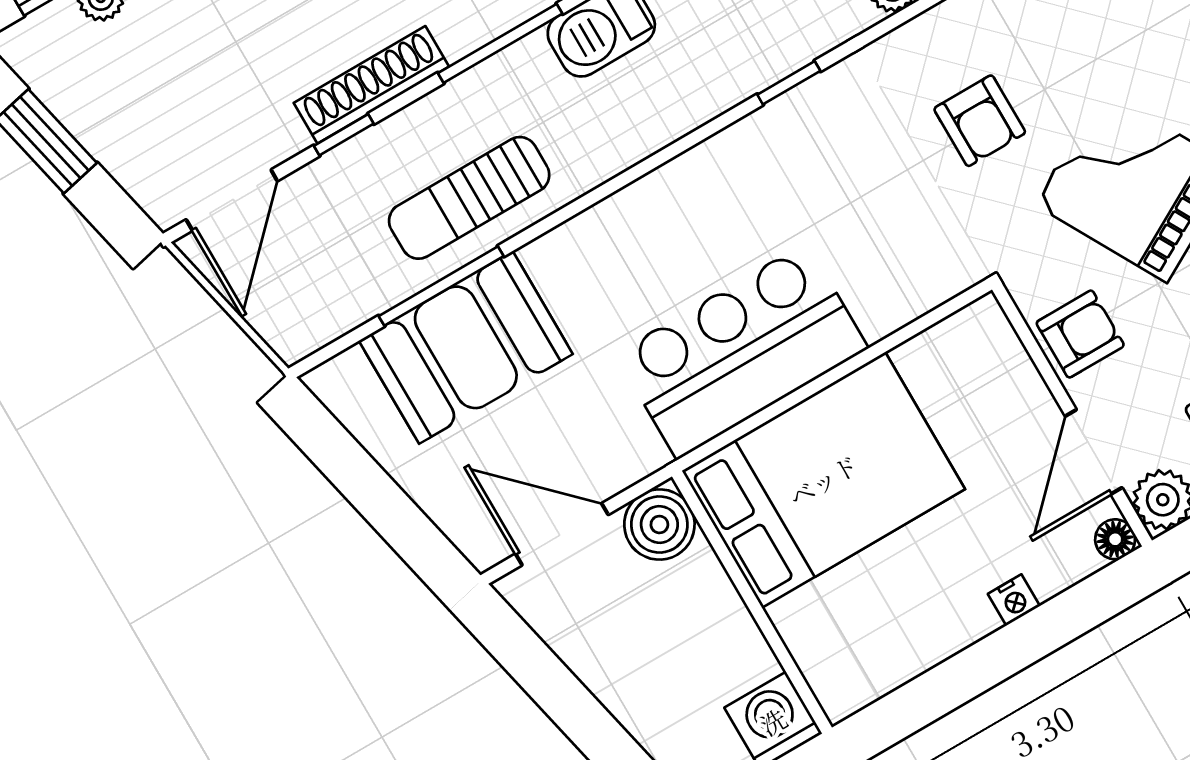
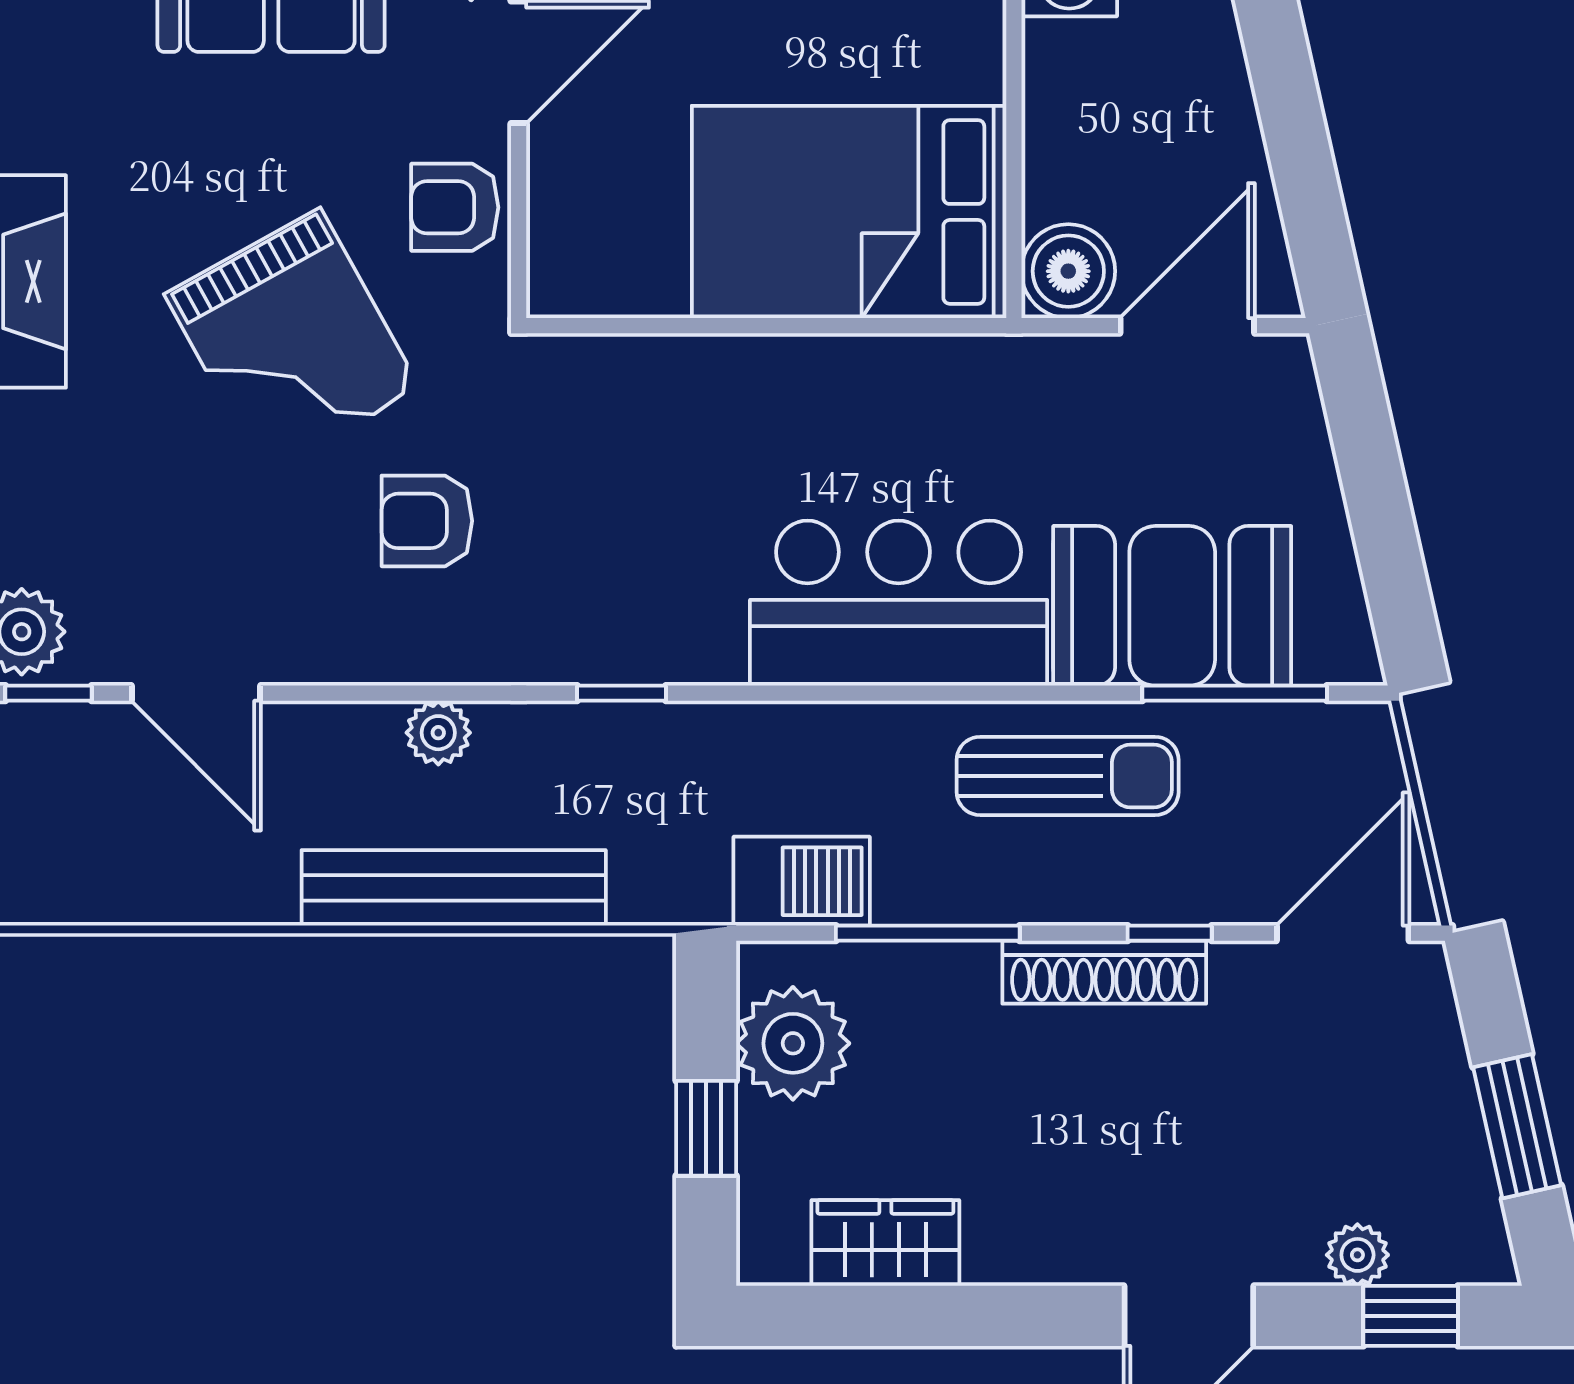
armchair: (980, 121) -> (427, 521), turned -90
window: (441, 286) -> (1235, 693), moved
bar counter: (742, 351) -> (899, 603), moved, turned 180
door: (562, 534) -> (1187, 326), swing flipped

